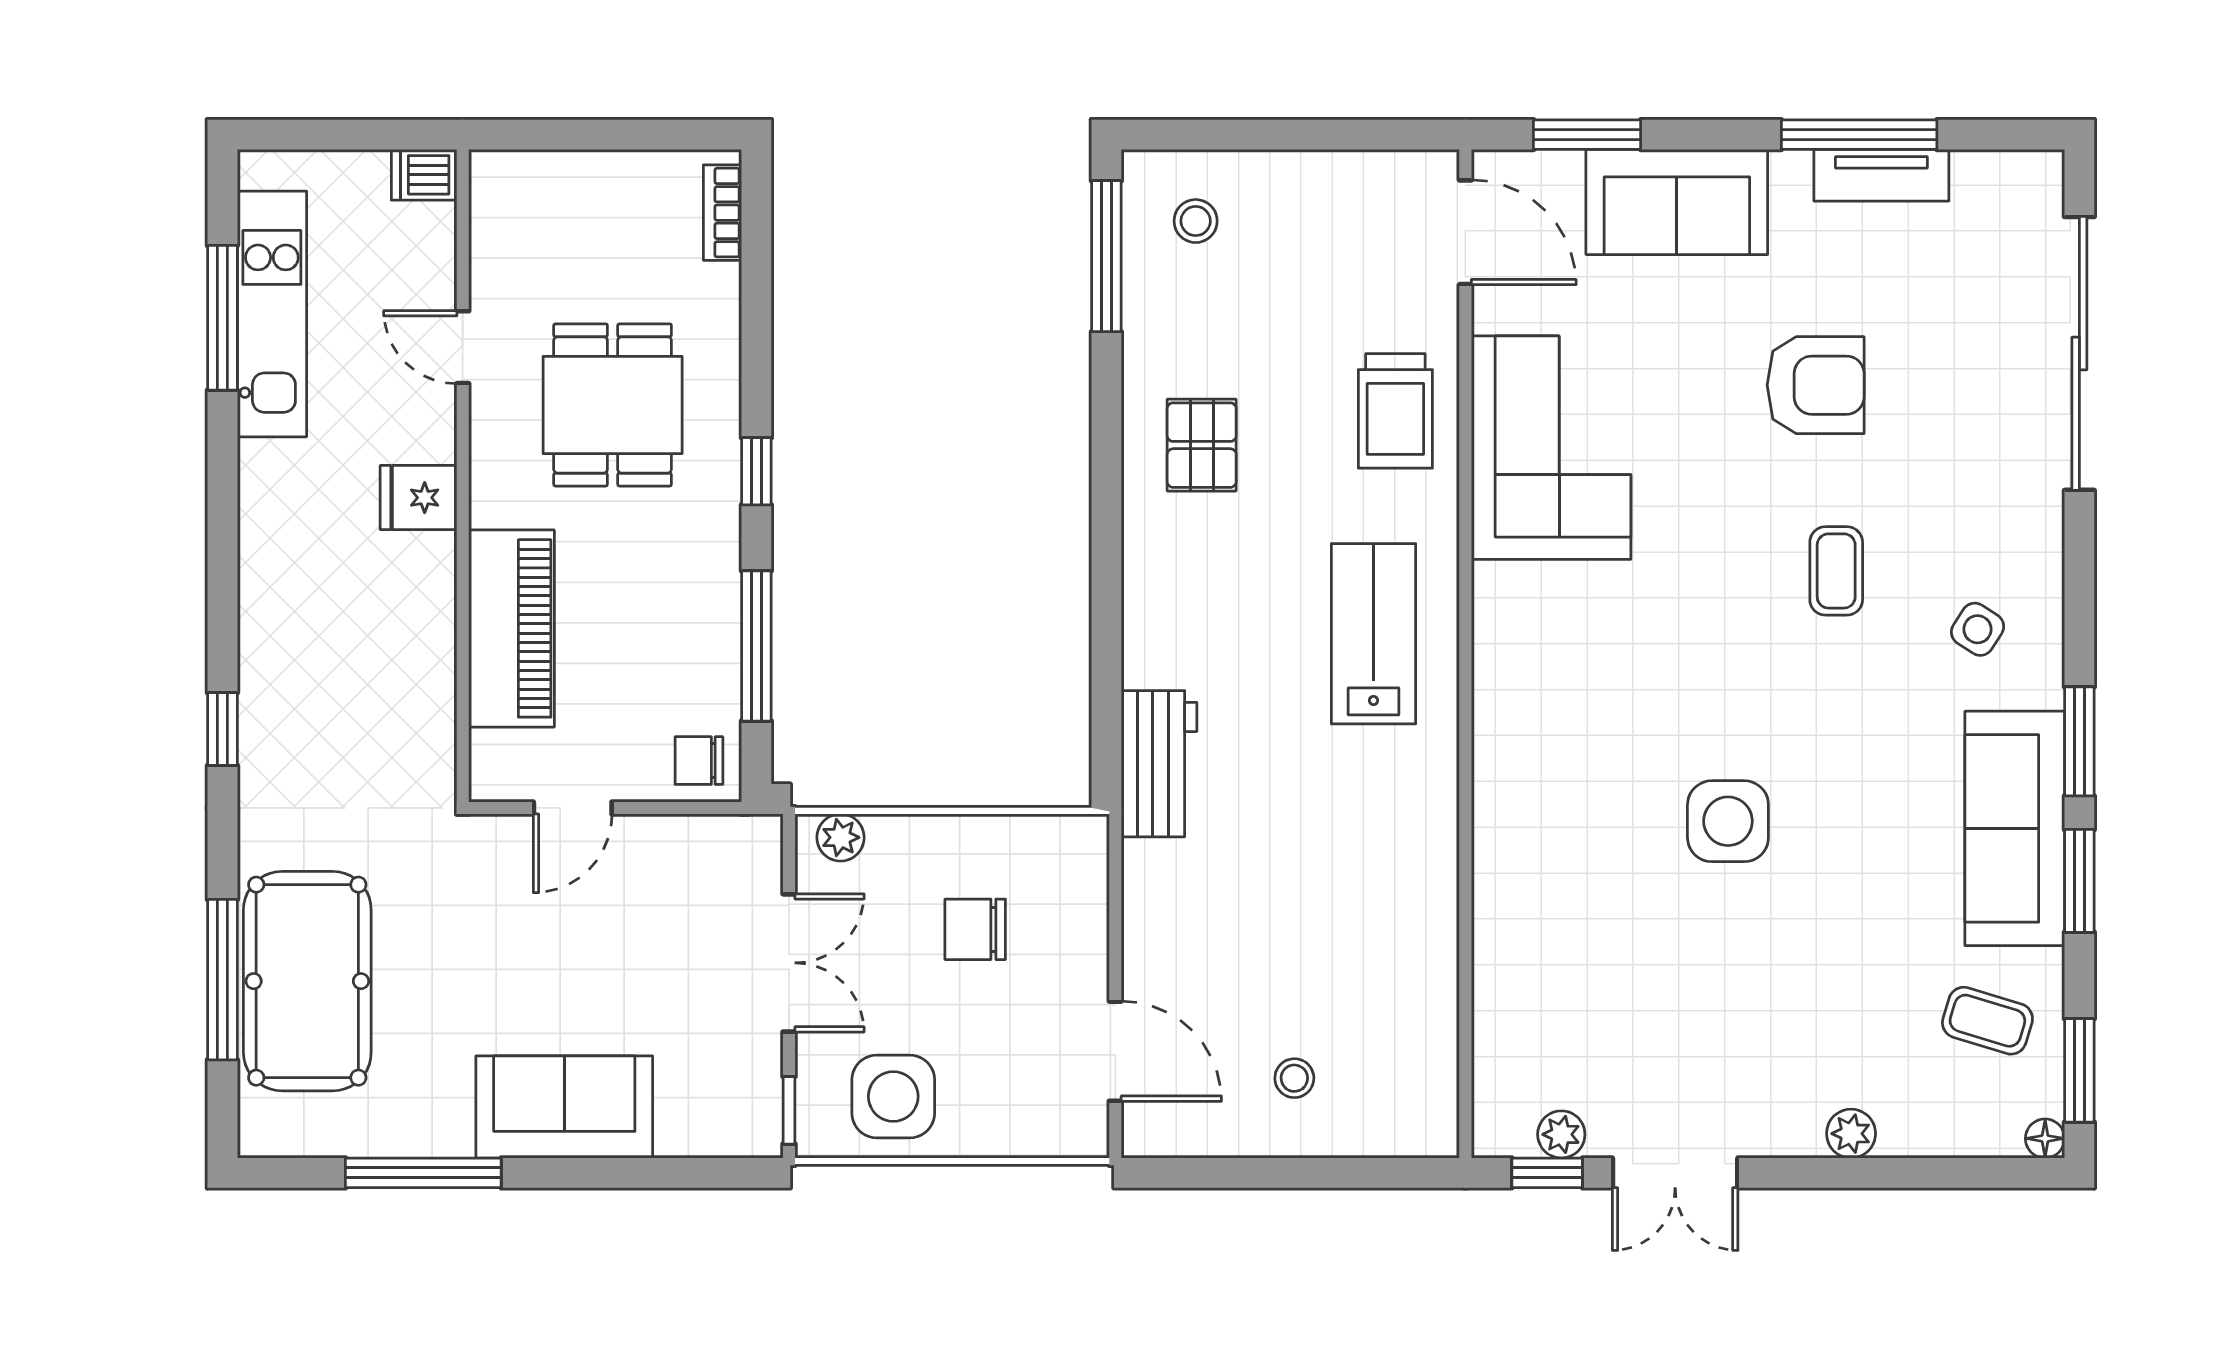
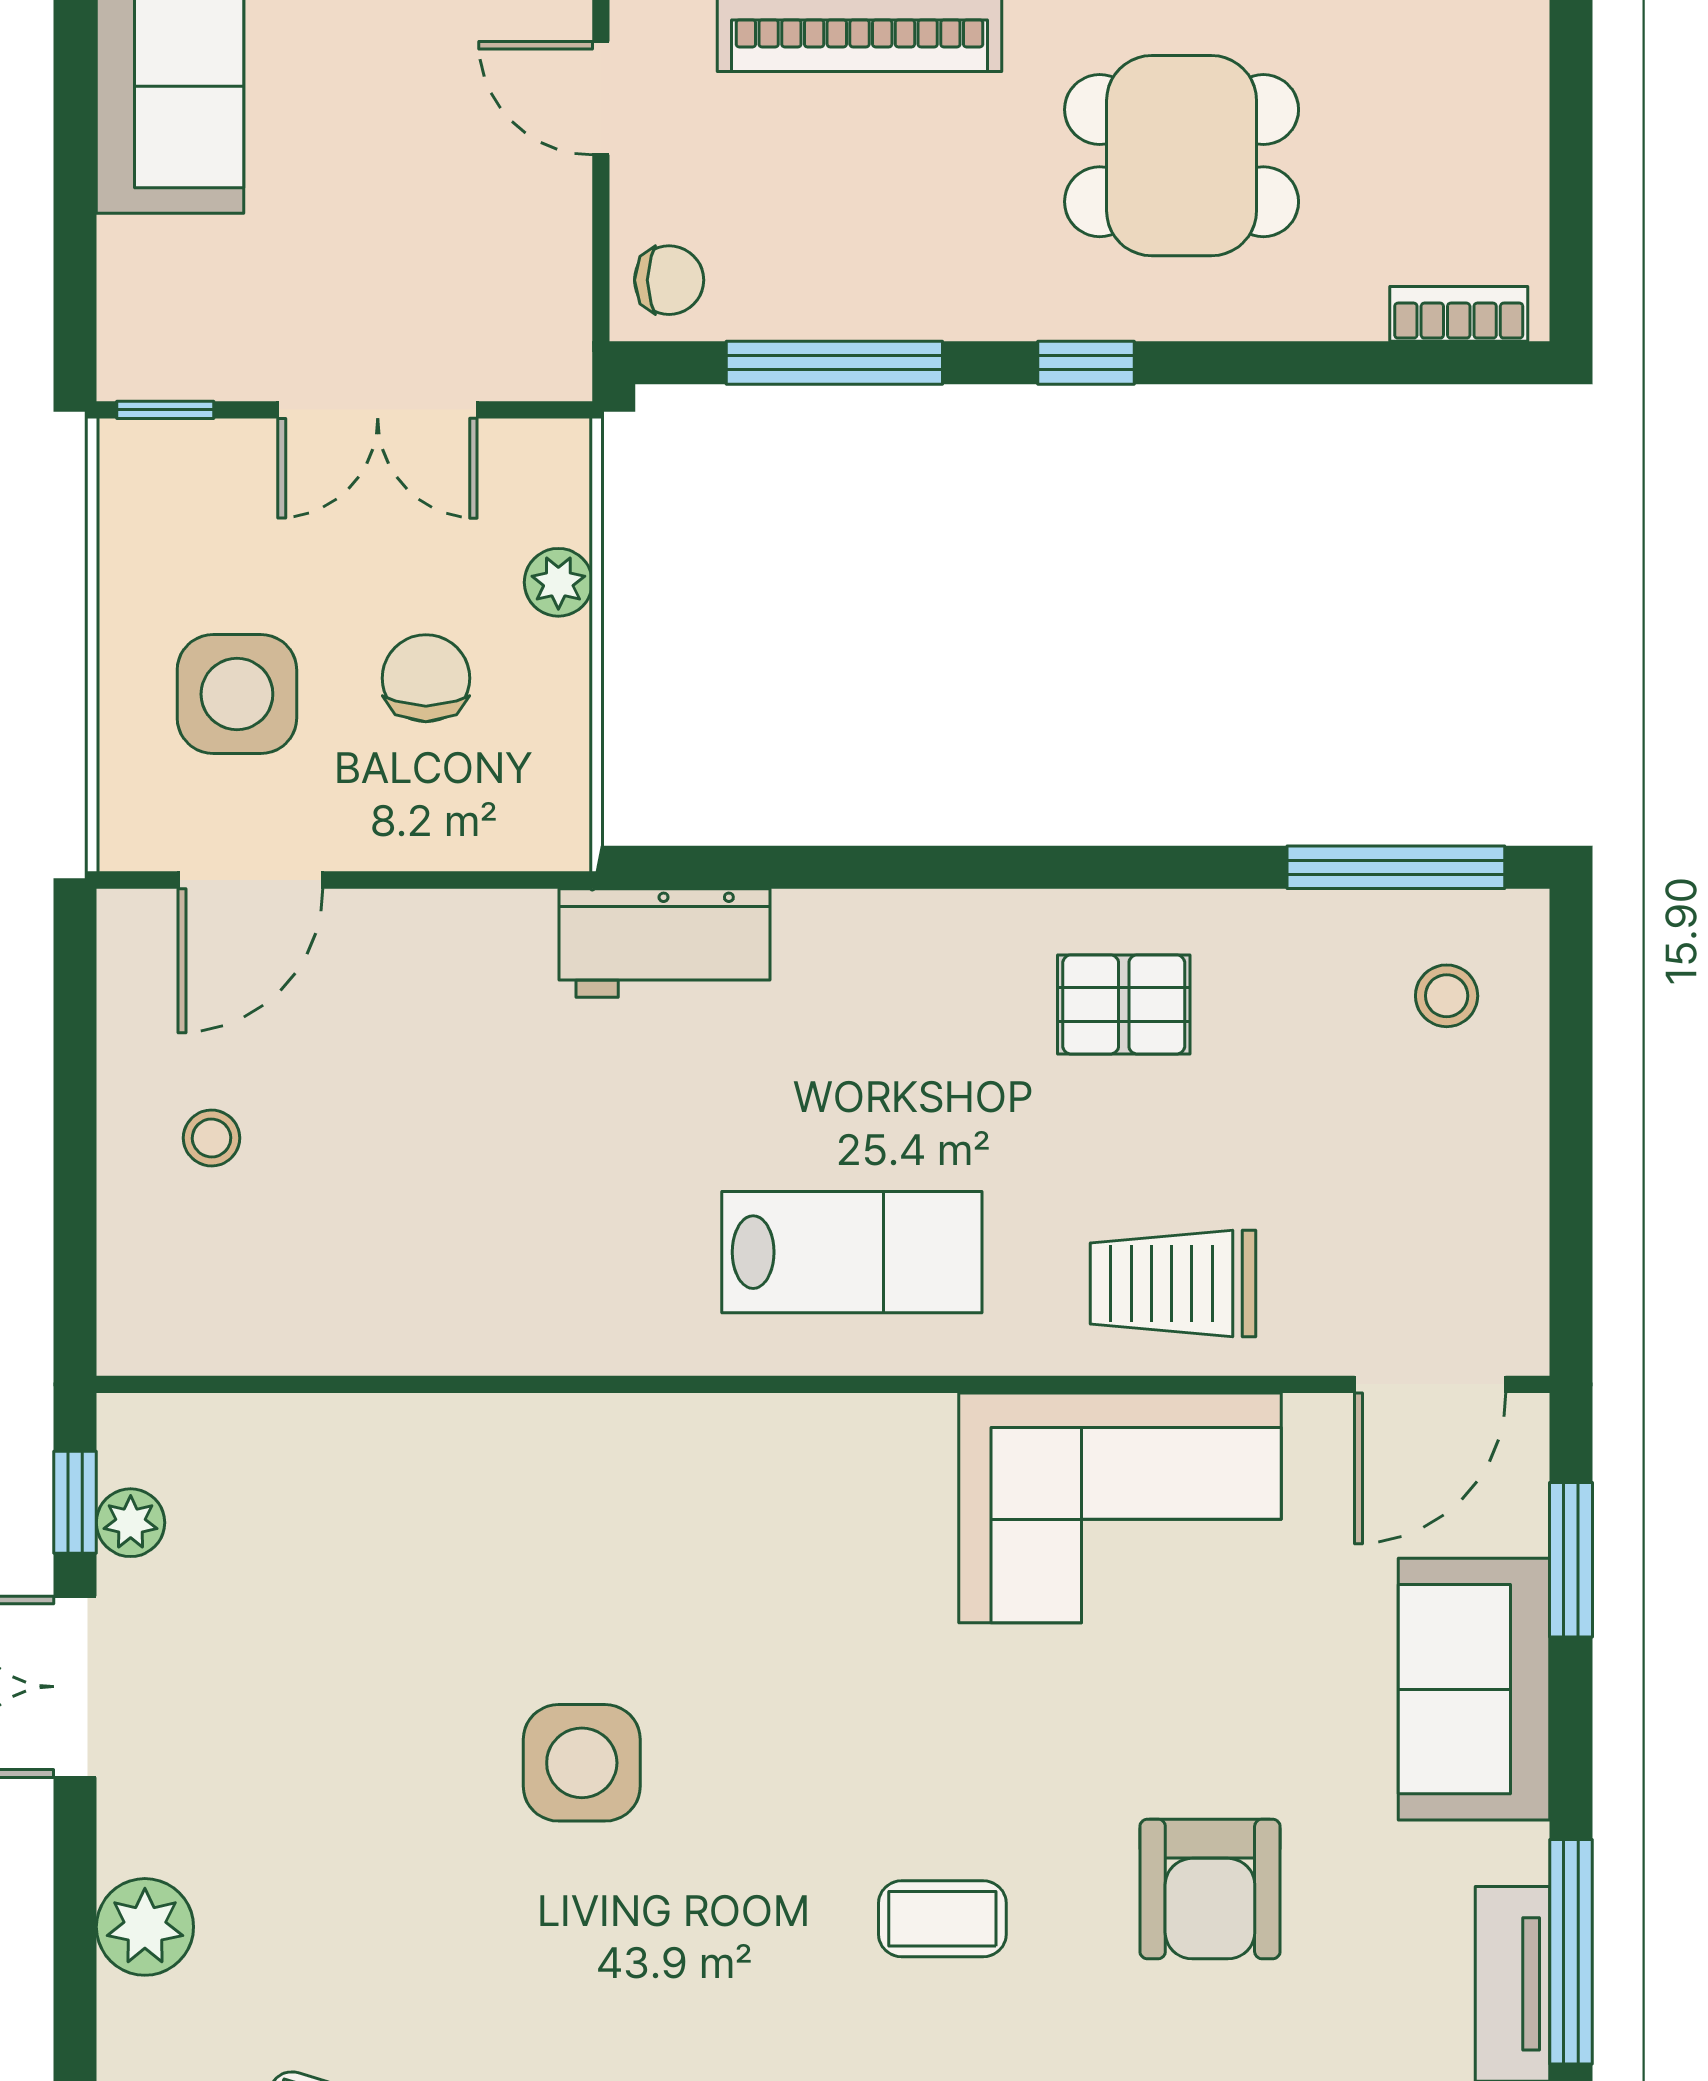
chair: (699, 761) -> (669, 280), turned 90
plant: (841, 837) -> (558, 582), moved
side table: (893, 1096) -> (237, 694), moved
plant: (1851, 1134) -> (145, 1927), width x1.38, depth x1.38

